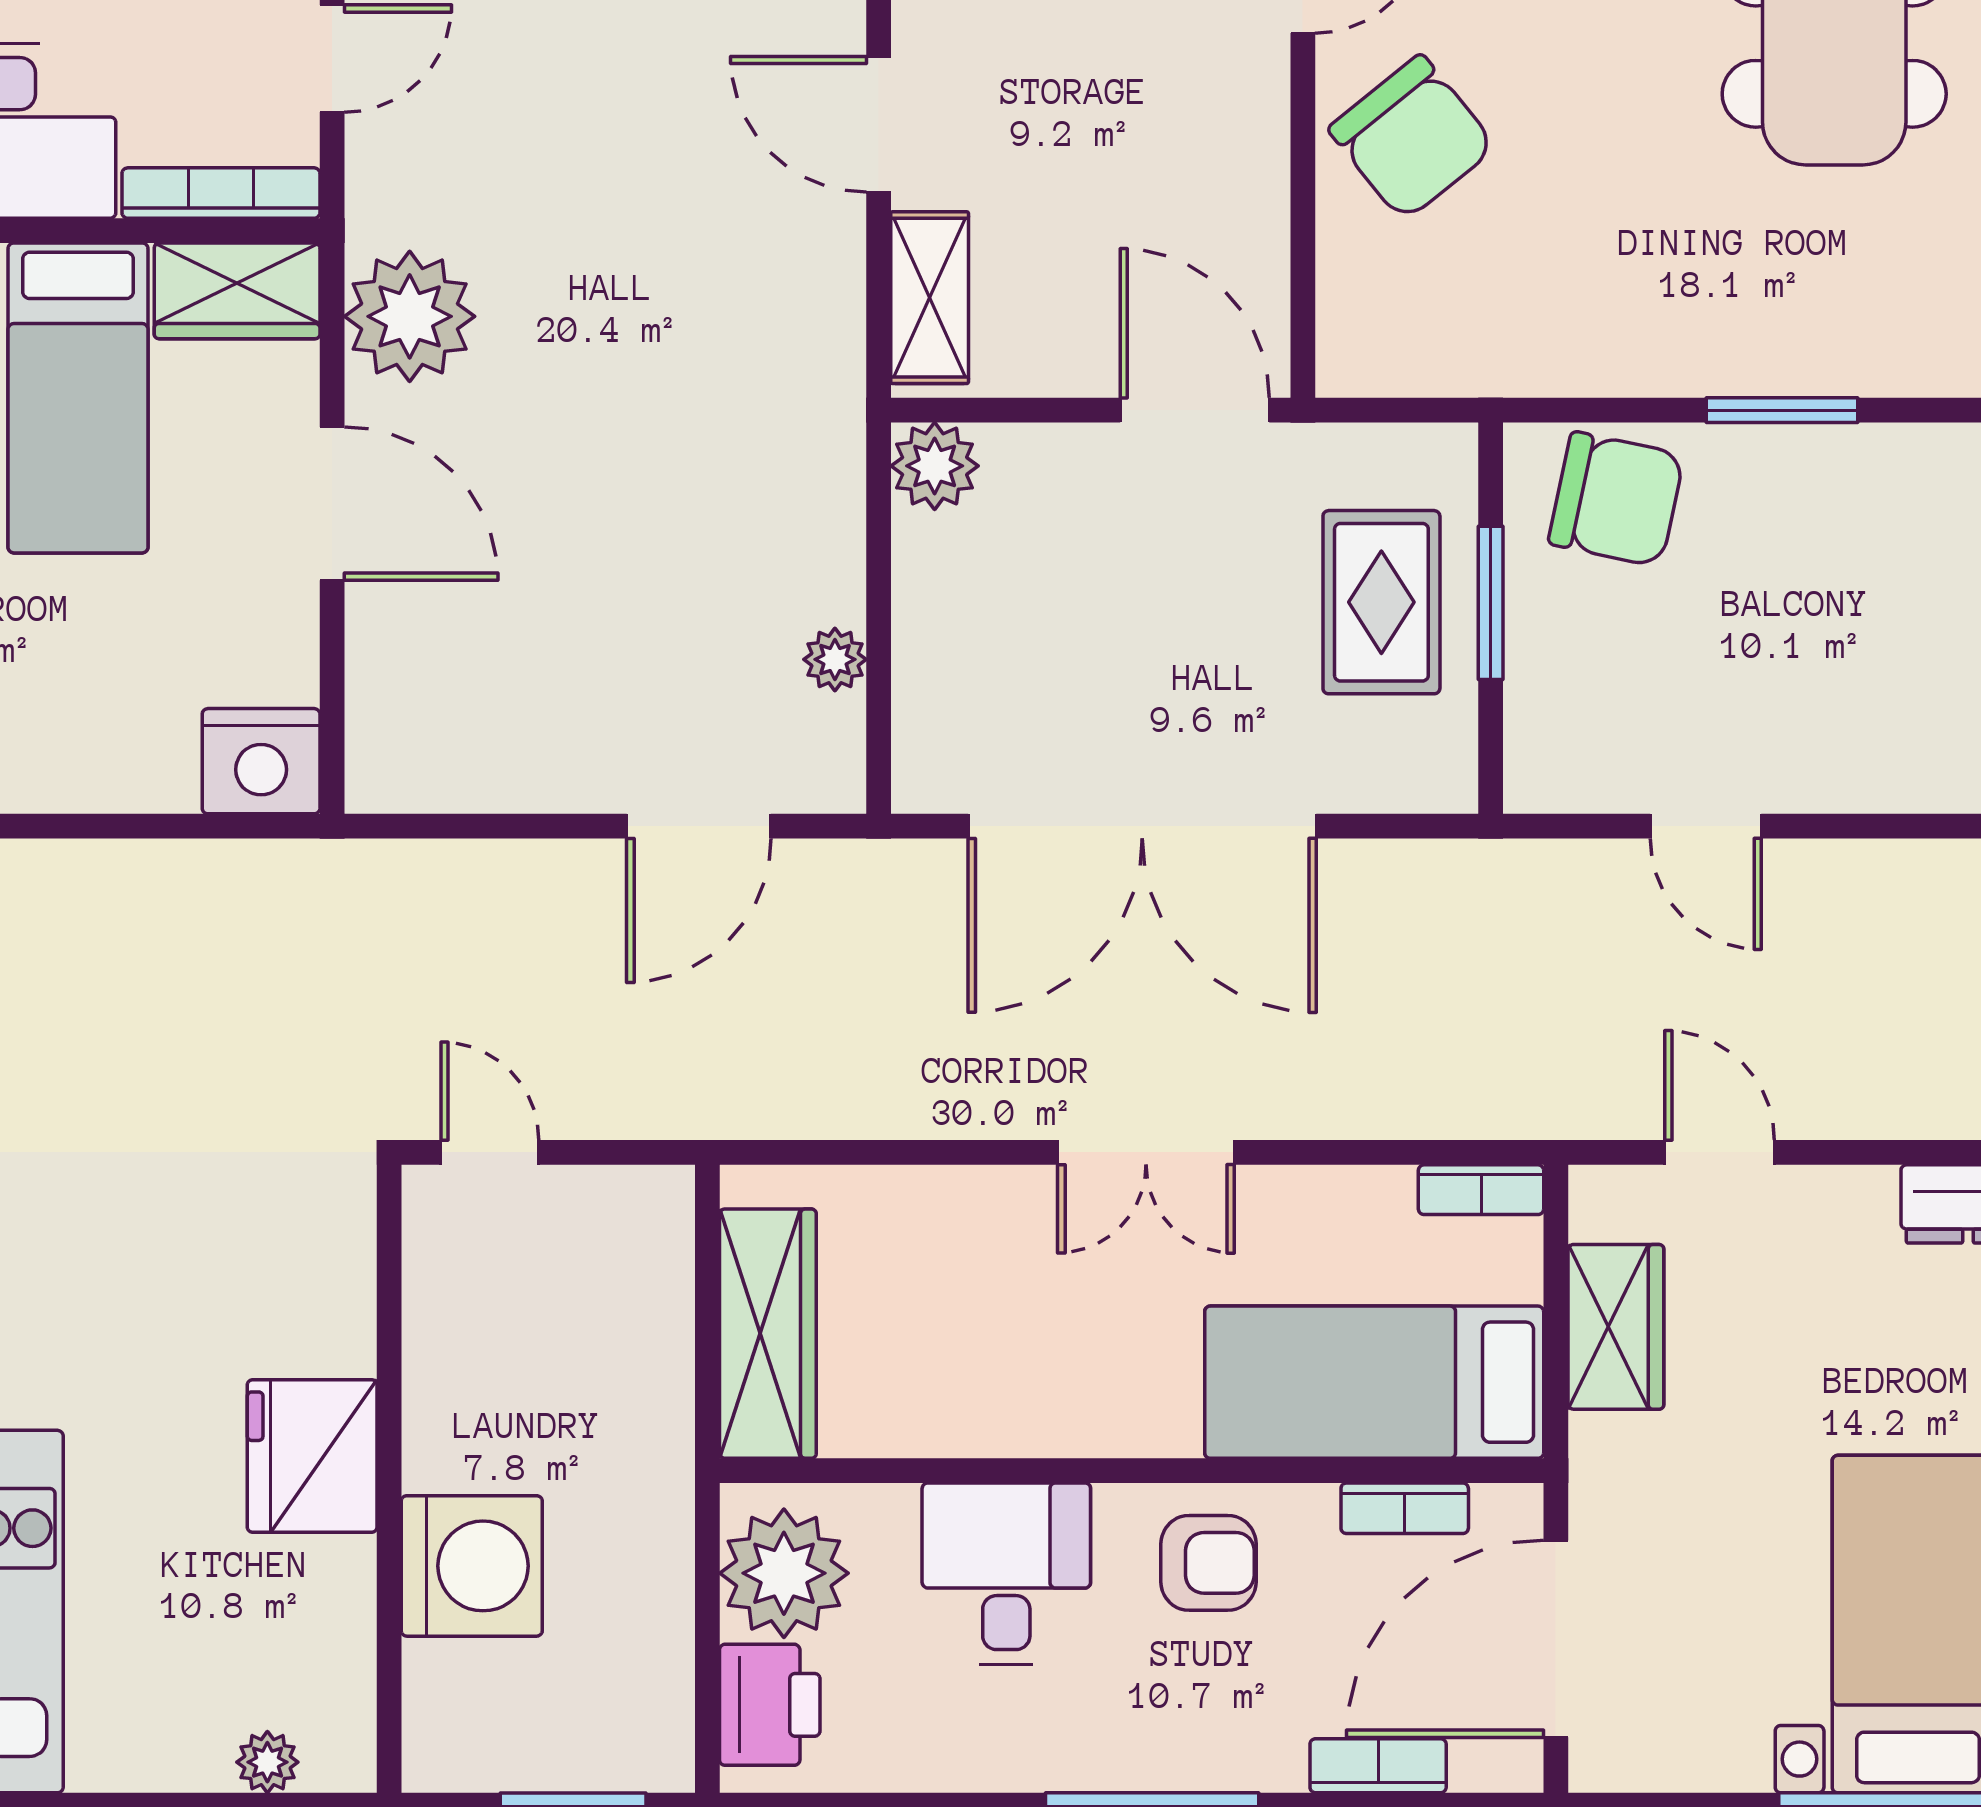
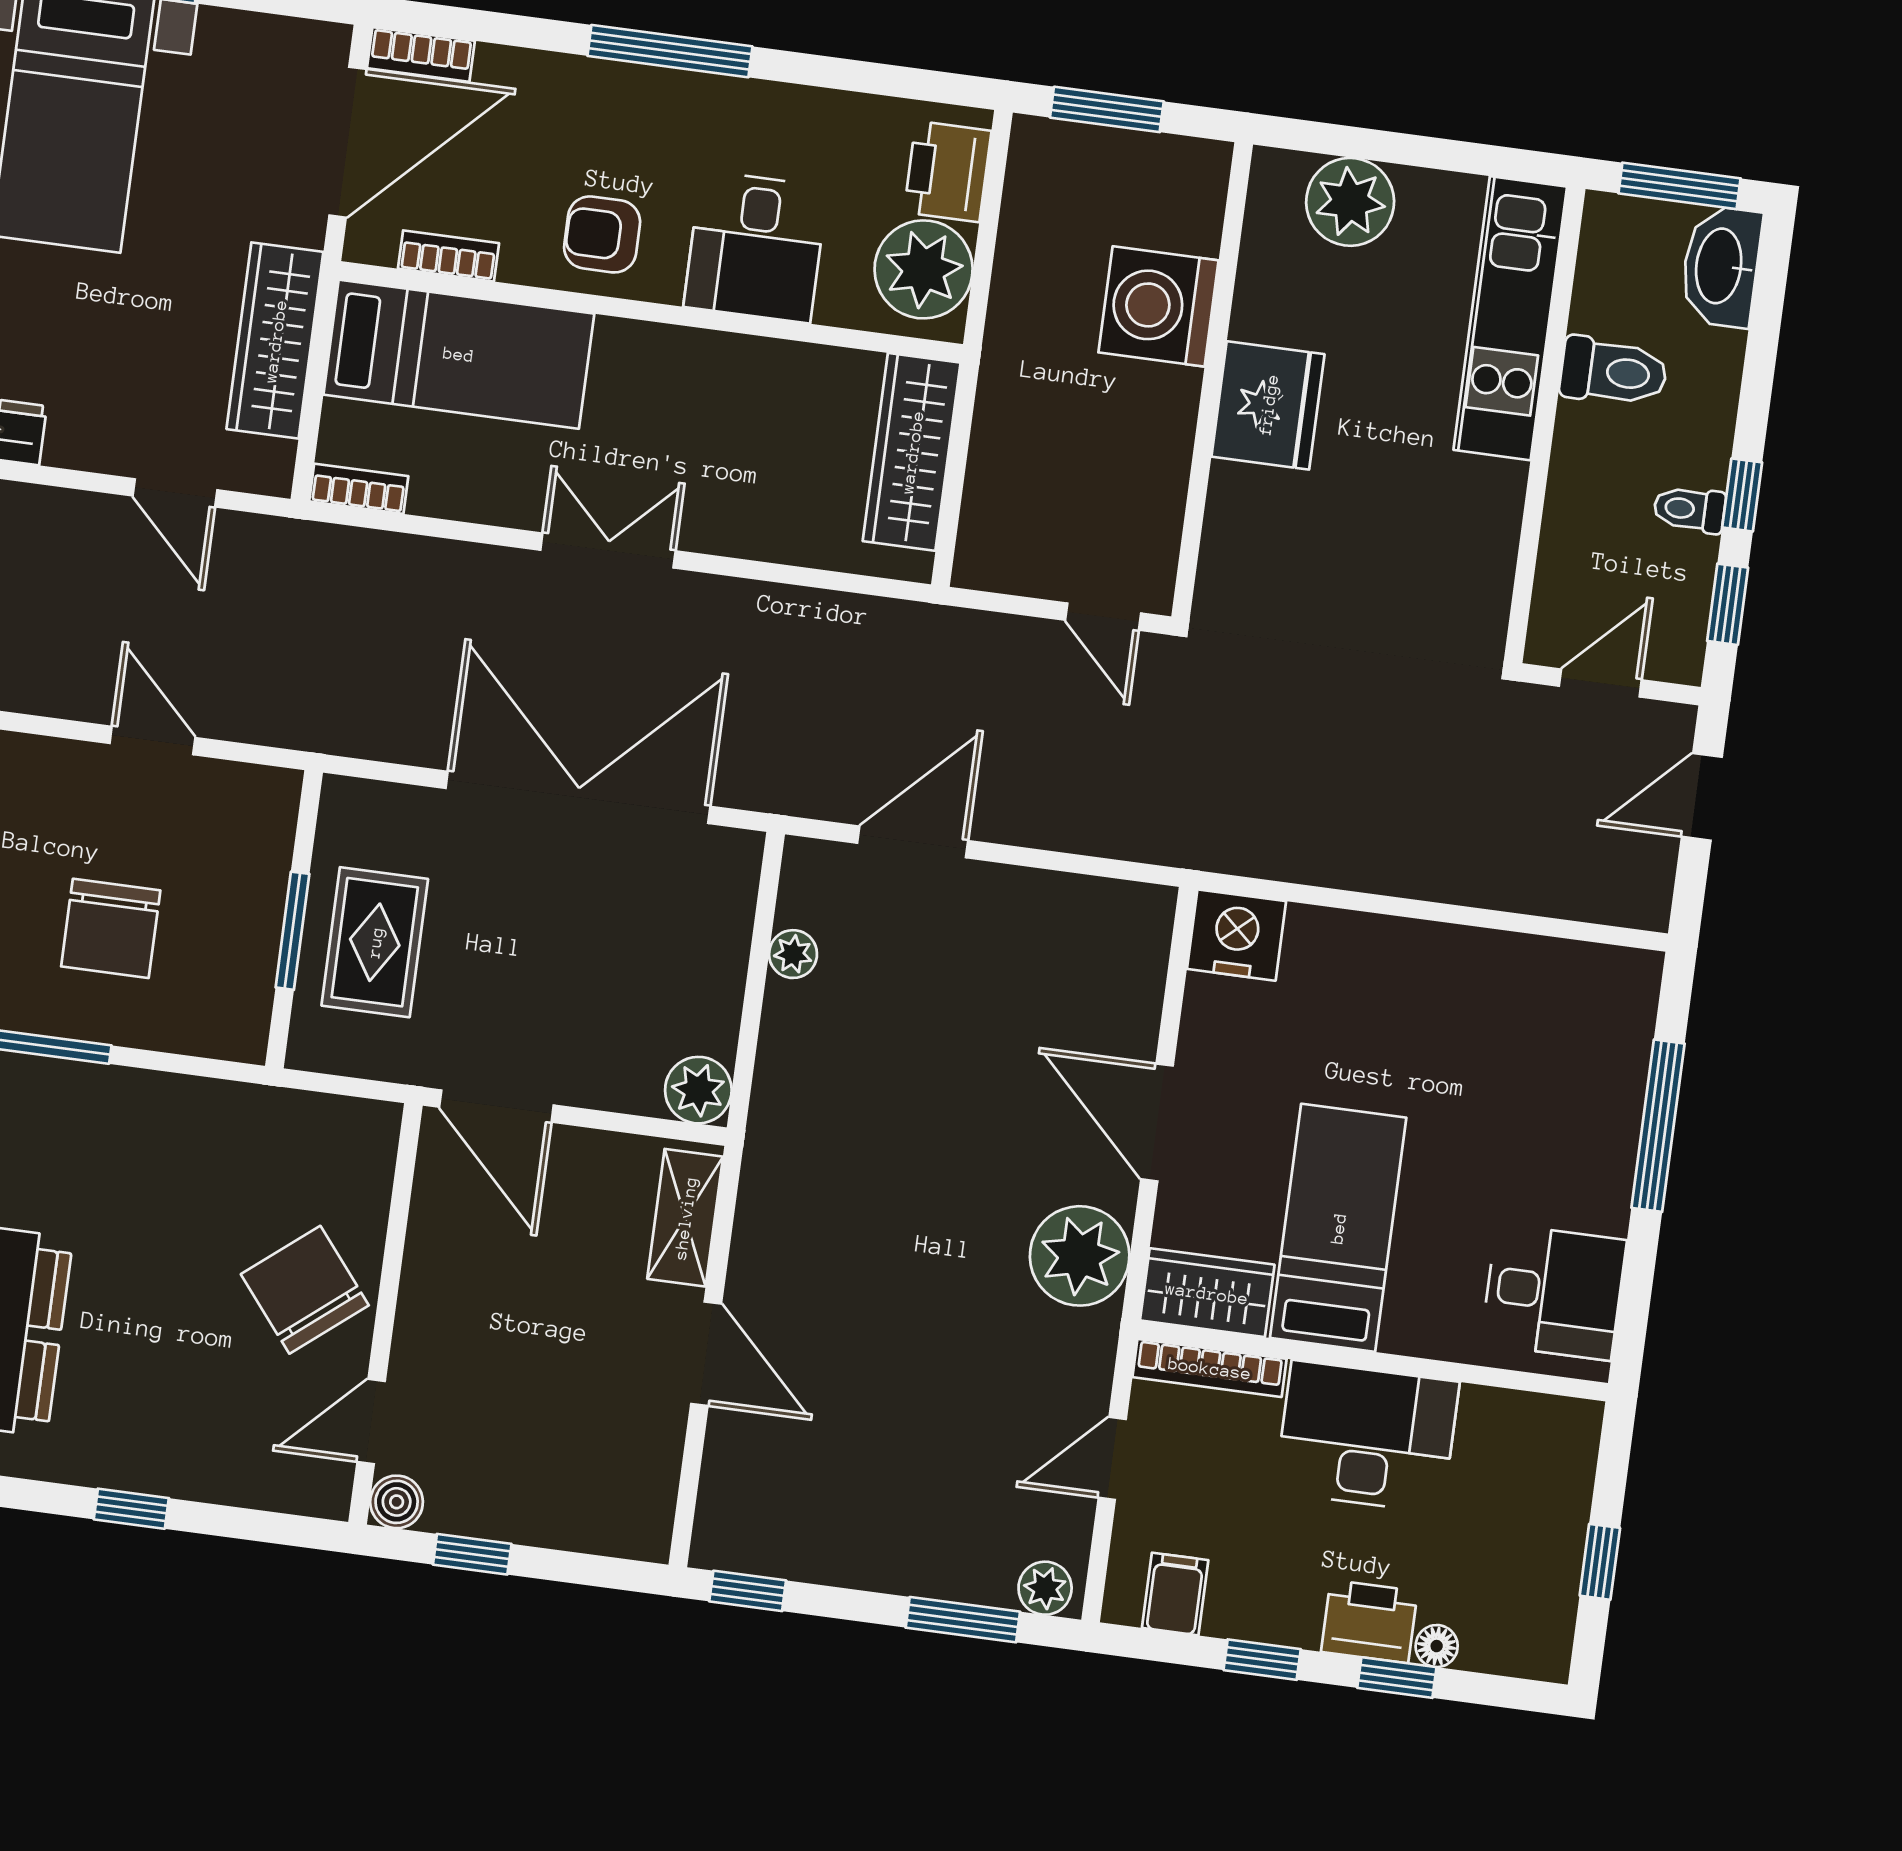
chair: (1616, 499) -> (111, 928), moved, turned -102
wardrobe: (1616, 1327) -> (275, 341), width x1.50
plant: (267, 1762) -> (1350, 202), width x1.87, depth x1.87
bookcase: (1378, 1766) -> (421, 54), moved

